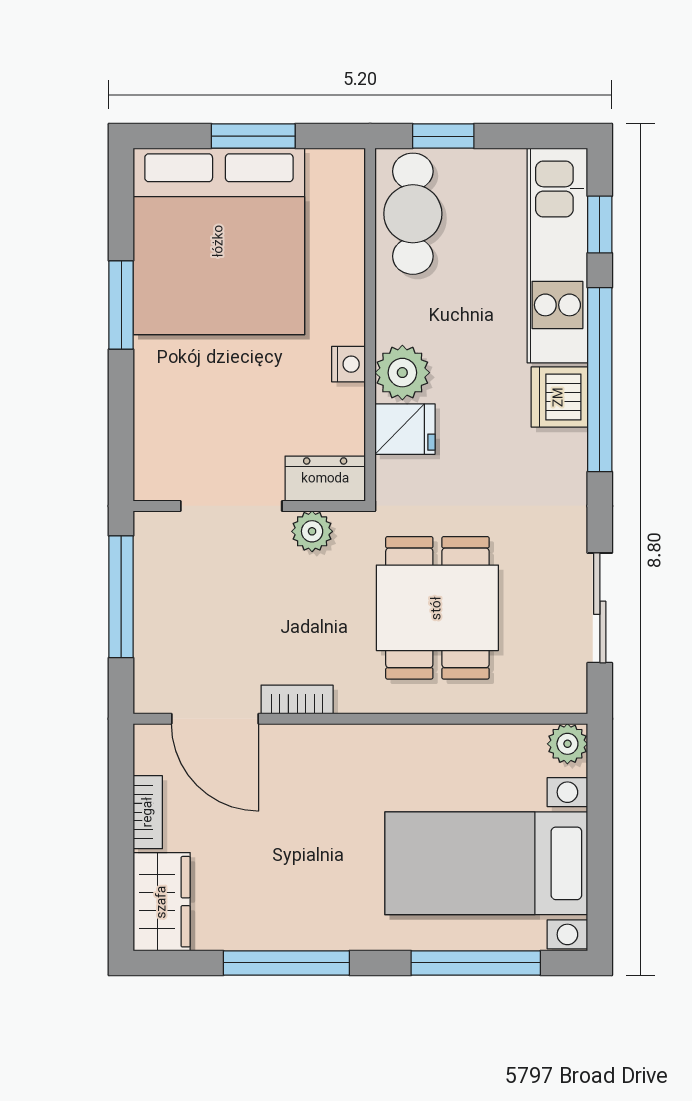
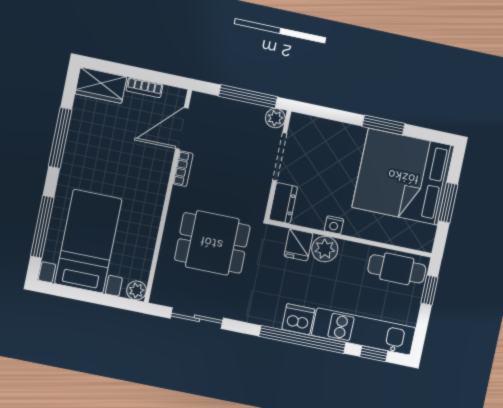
plant: (312, 531) -> (275, 118), moved

